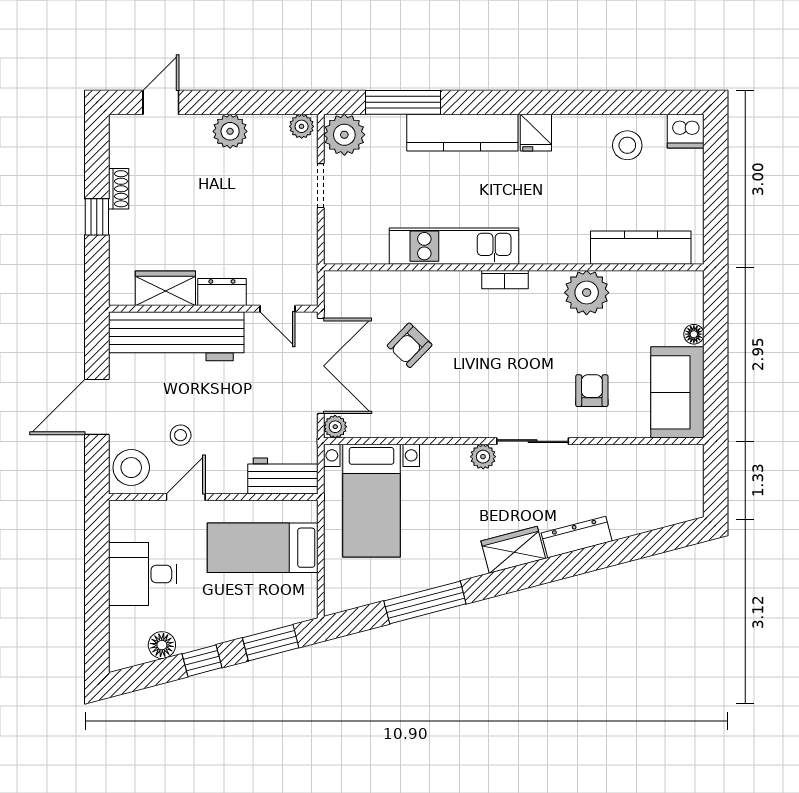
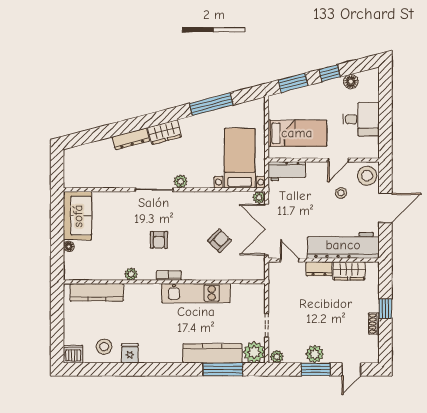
window: (228, 102) -> (316, 369), added
kitchen counter: (462, 133) -> (212, 353), moved
fridge: (536, 133) -> (130, 353), moved
plant: (587, 293) -> (131, 274), width x0.53, depth x0.53
armchair: (592, 391) -> (159, 240), moved

